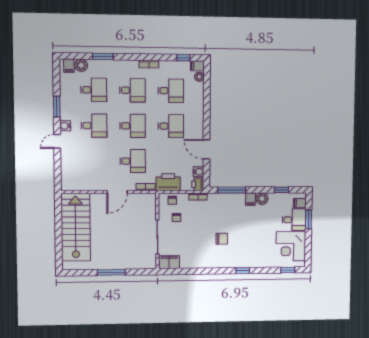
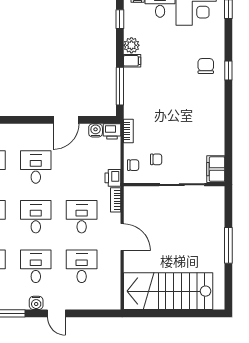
desk: (94, 161) -> (82, 266), added
printer: (168, 182) -> (113, 178), width x0.53, depth x0.68
chair: (222, 239) -> (206, 66), moved

